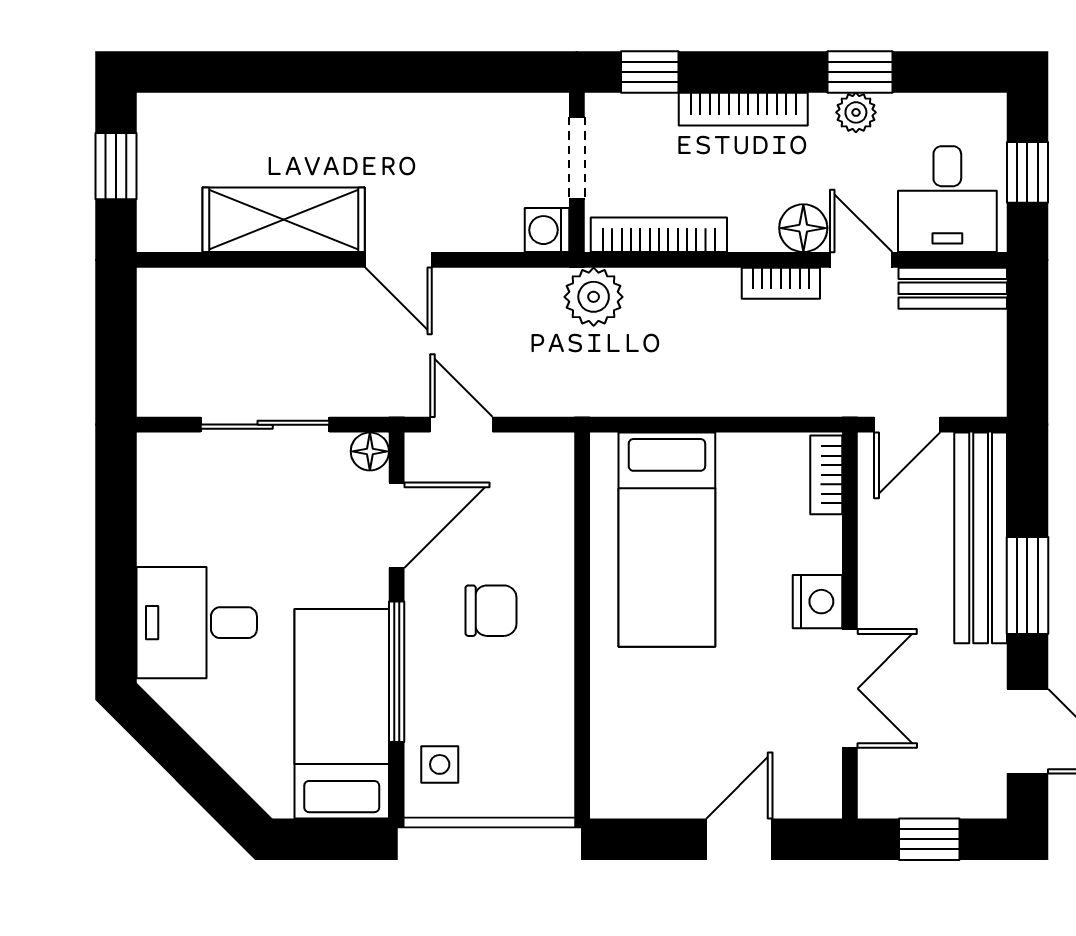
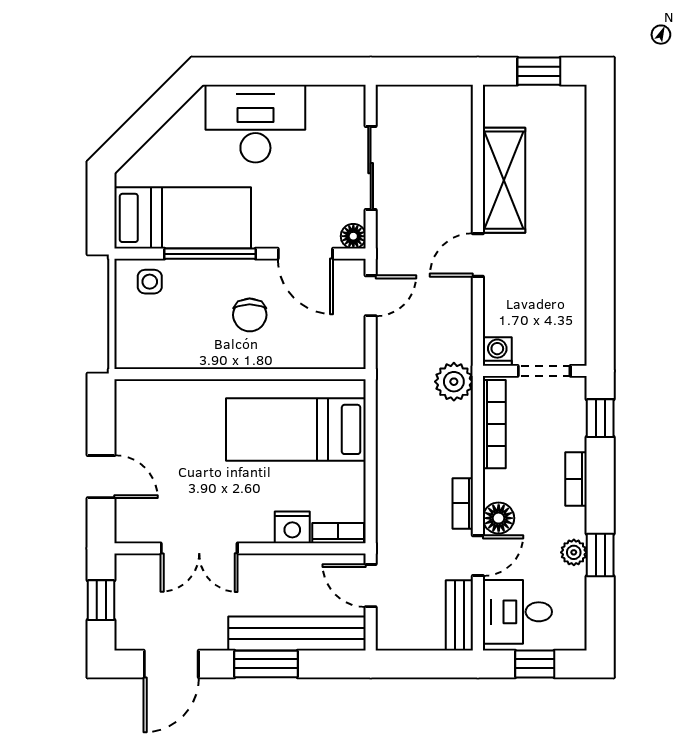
bookcase: (743, 109) -> (576, 479), width x0.64
nightstand: (817, 602) -> (292, 527), moved
desk: (197, 623) -> (255, 124), width x1.37

